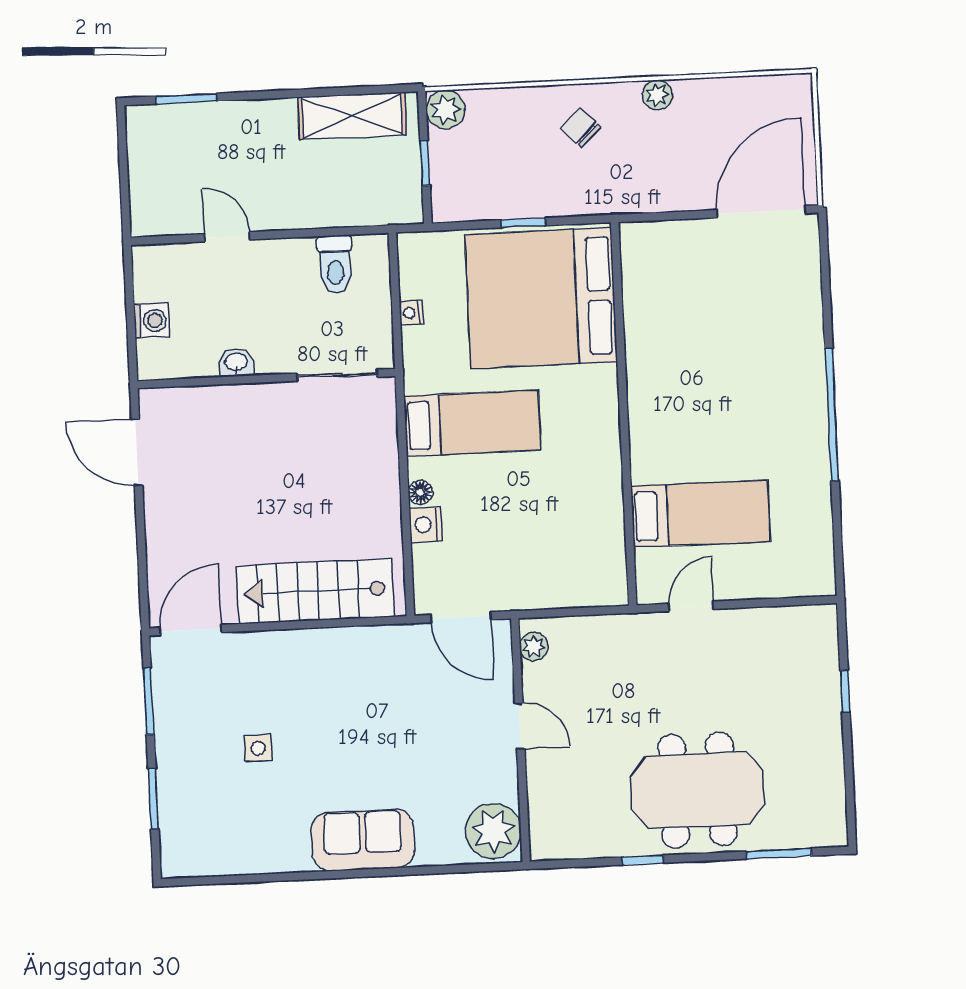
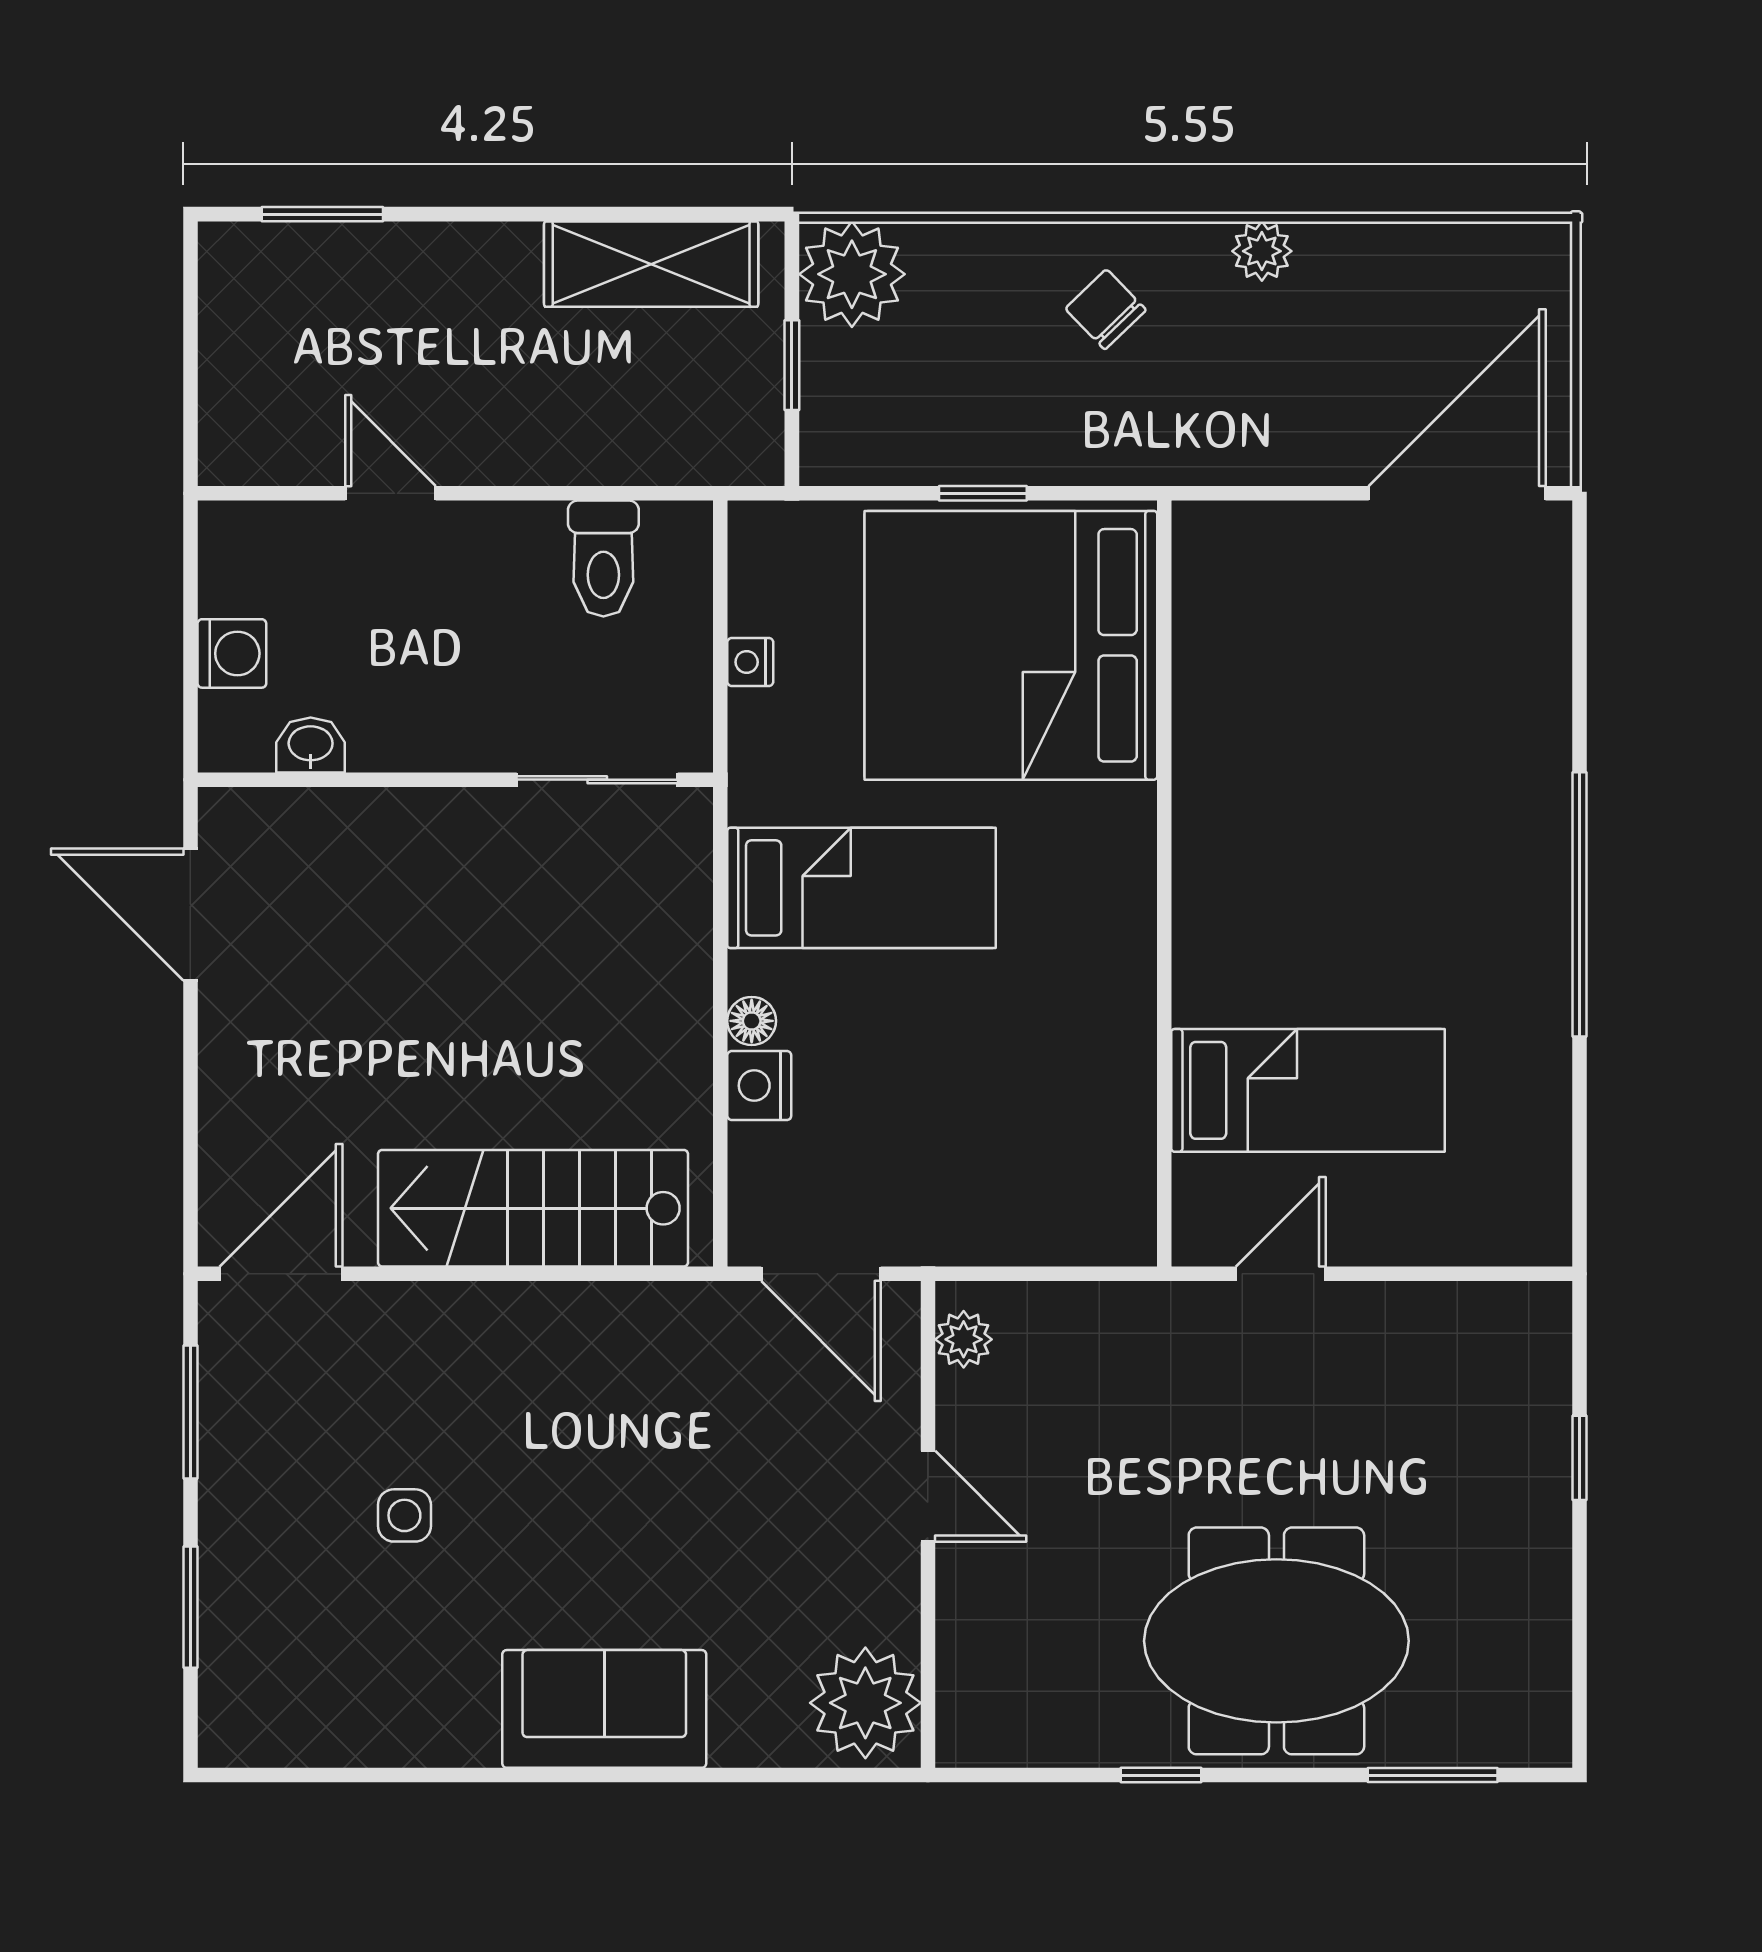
plant: (445, 109) -> (852, 274), width x1.36, depth x1.36
washbasin: (236, 363) -> (311, 745), moved

